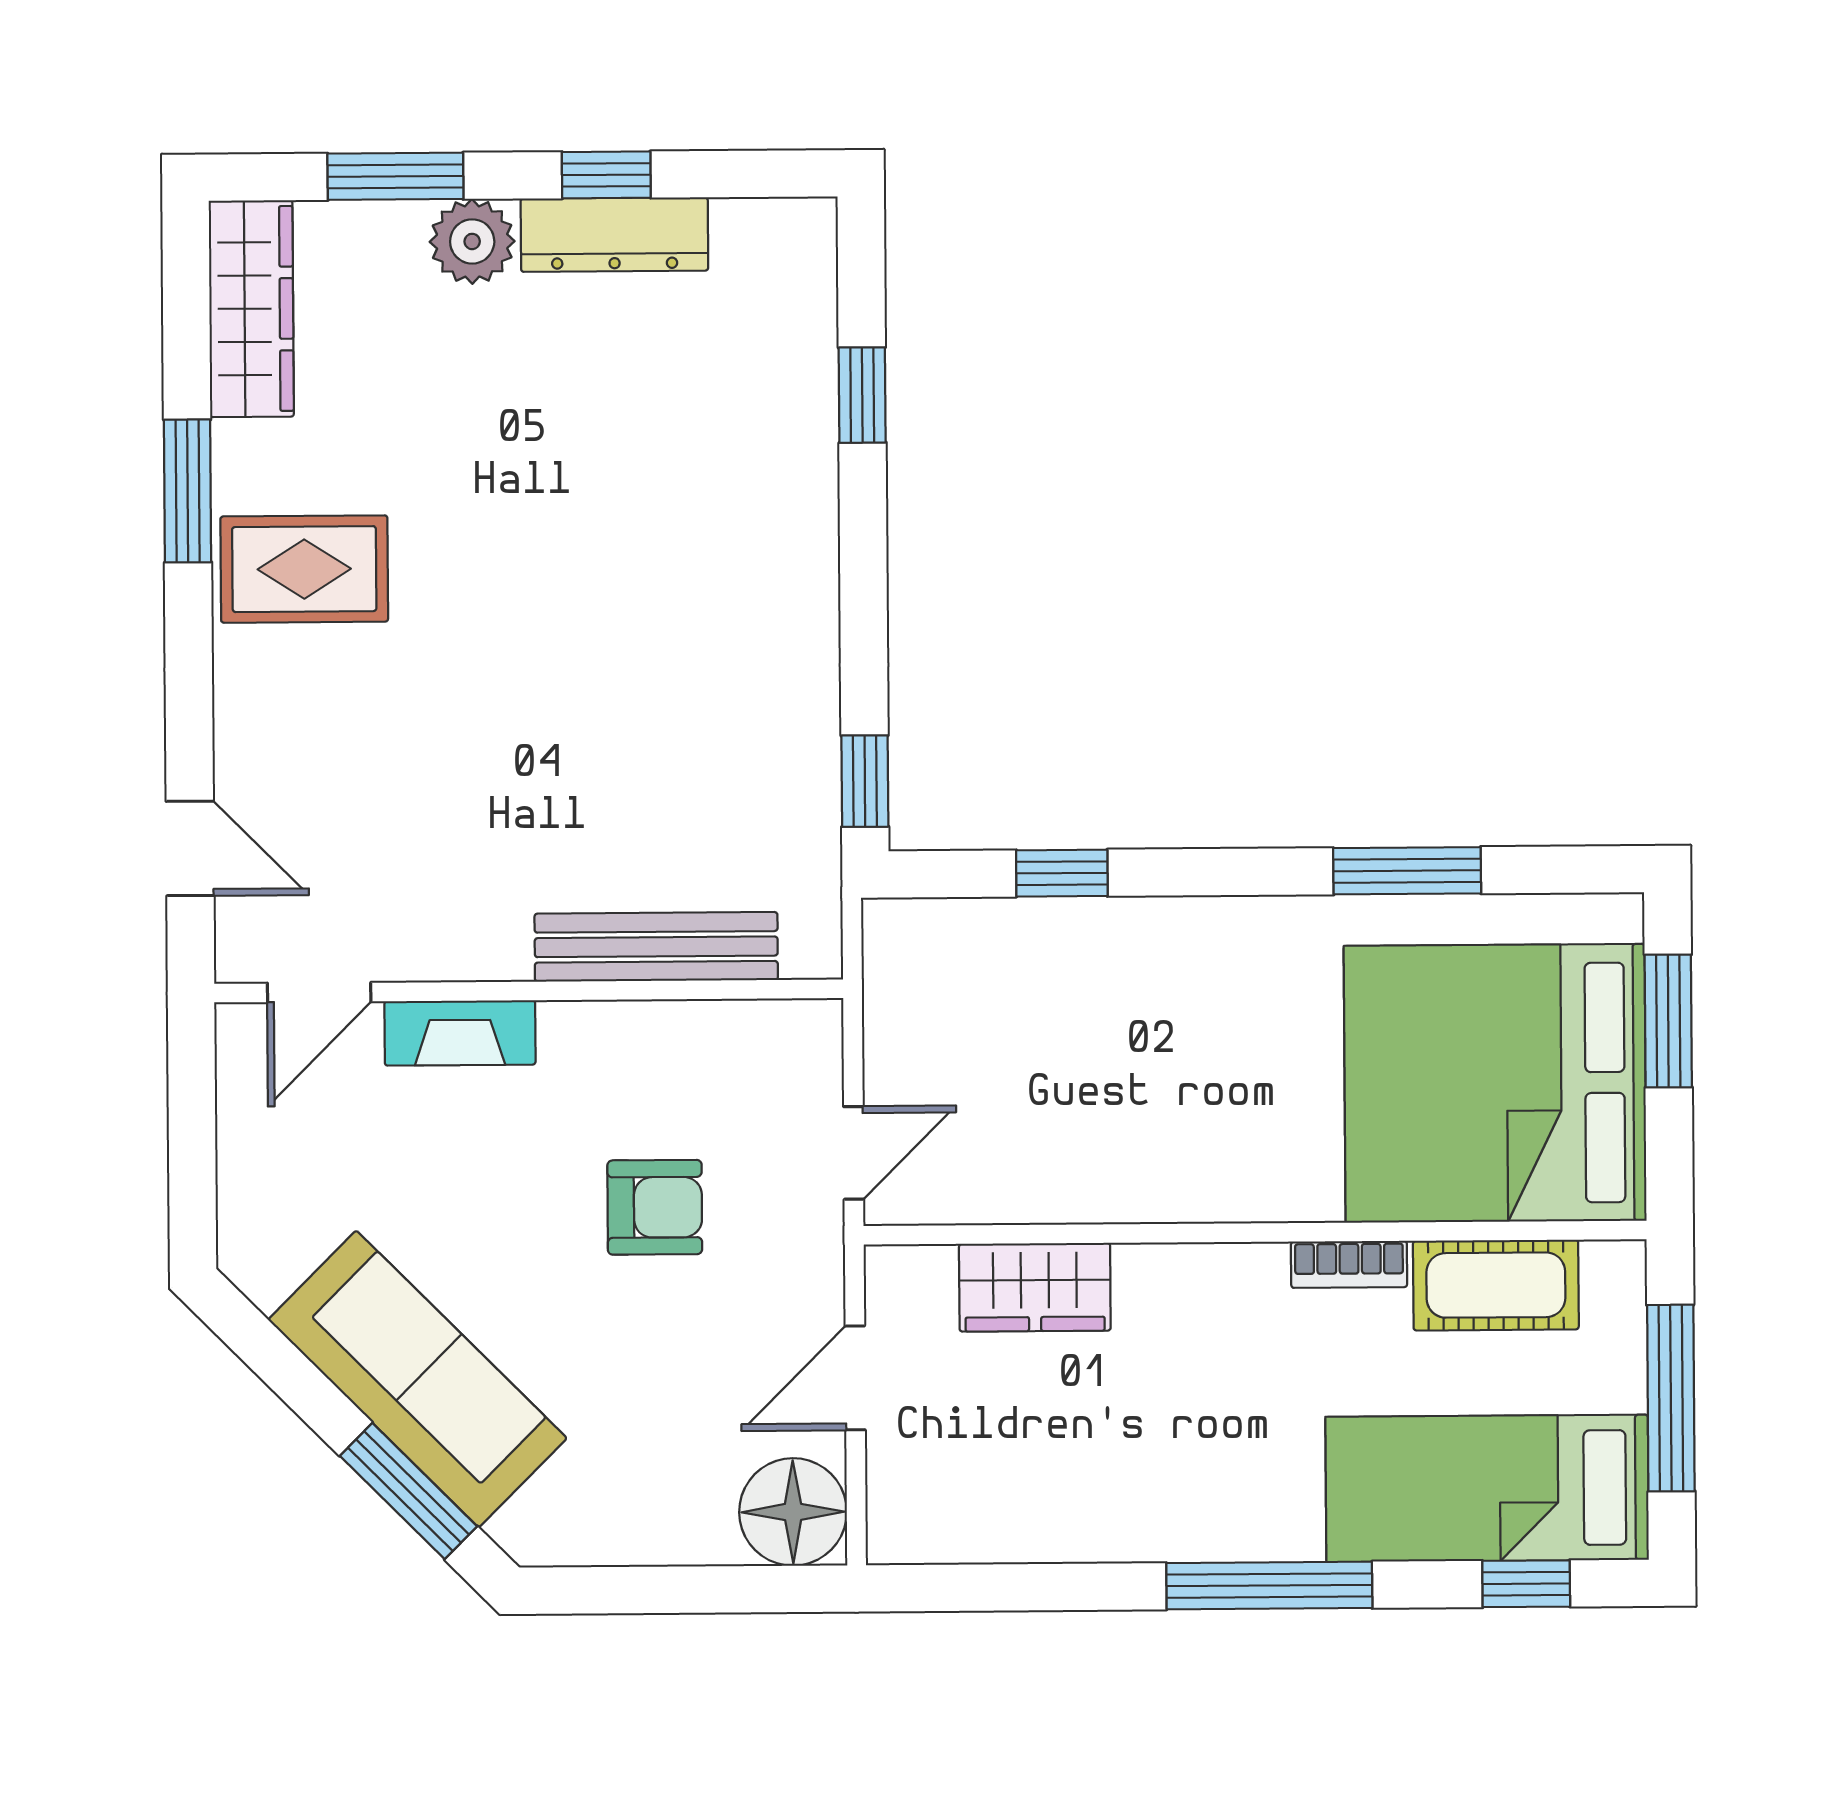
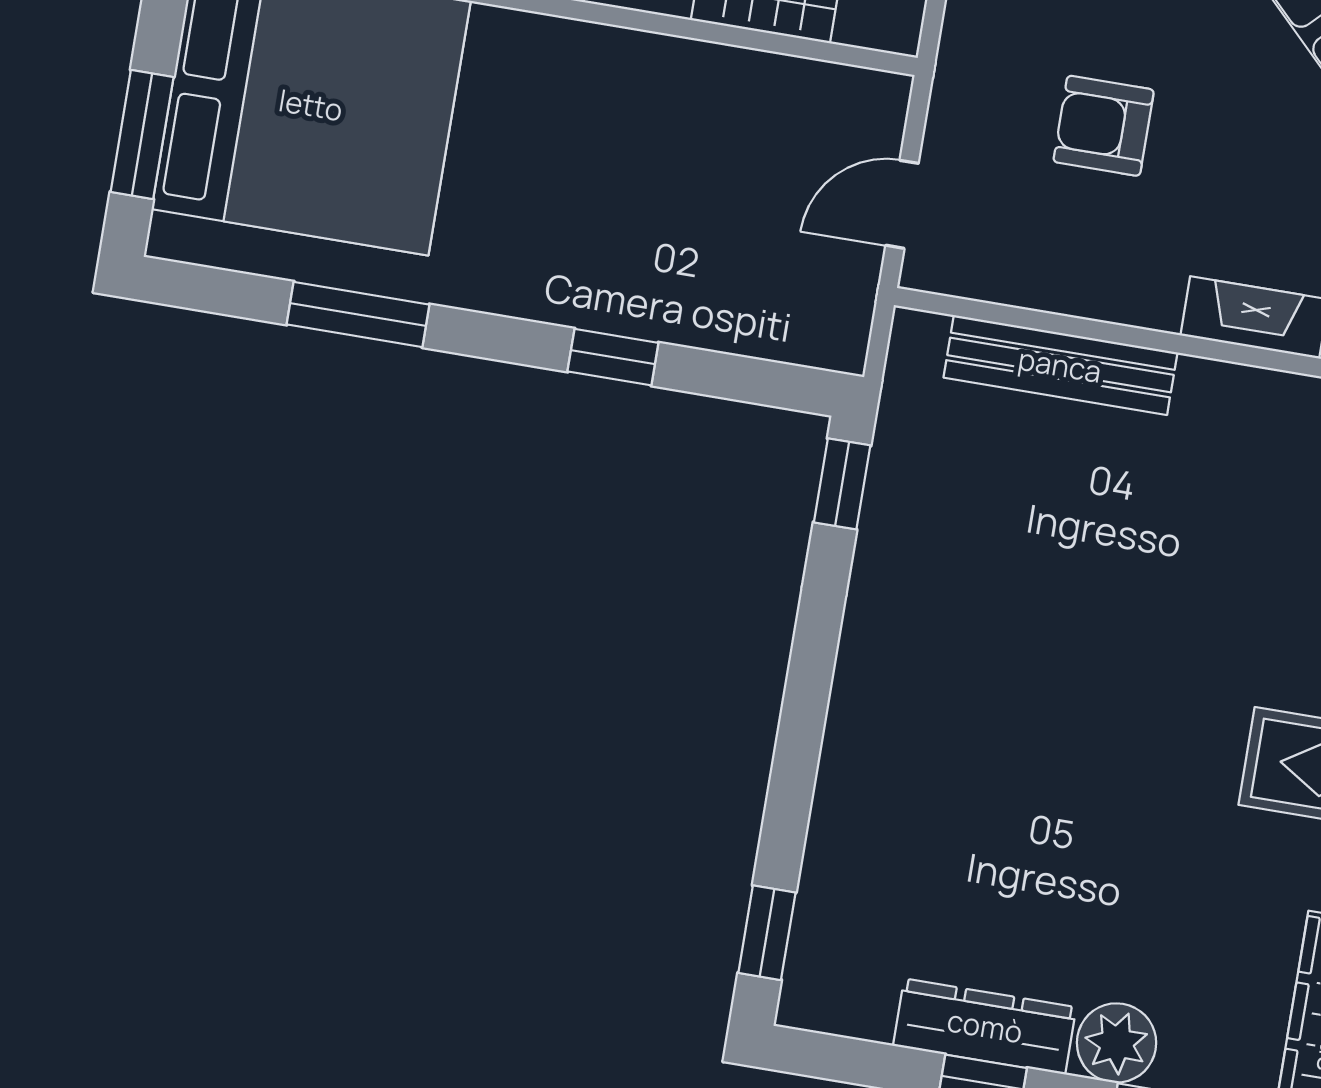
window: (862, 395) -> (767, 933), moved
window: (1062, 873) -> (613, 357), moved
door: (854, 1153) -> (902, 204), moved

